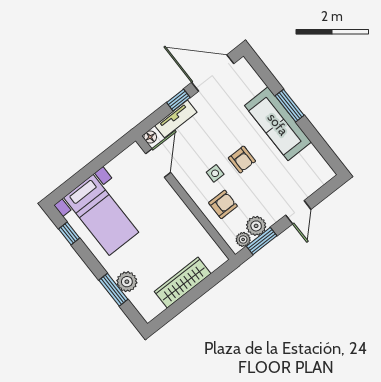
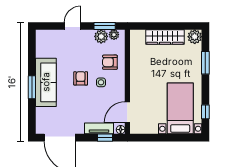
window: (178, 100) -> (105, 138), moved
plant: (127, 282) -> (195, 37), moved

